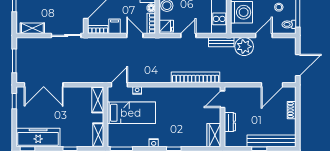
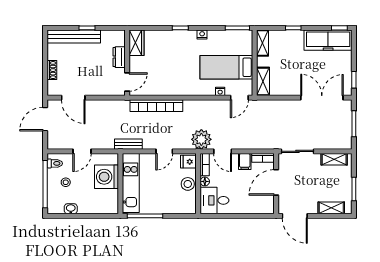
plant: (244, 47) -> (201, 139), moved
door: (272, 85) -> (73, 98), swing flipped

